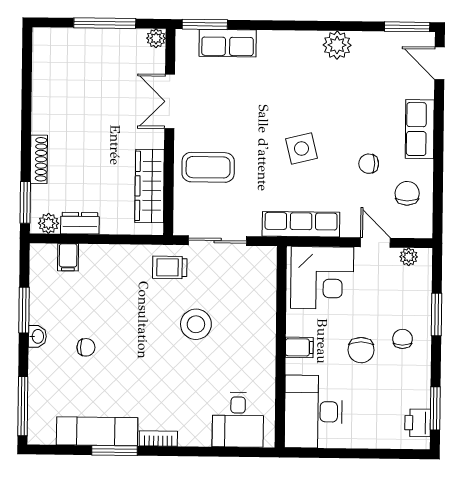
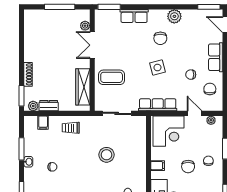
plant: (156, 38) -> (85, 26), moved
row of seats: (228, 43) -> (134, 16), moved
chair: (308, 89) -> (160, 38), added
trolley: (170, 267) -> (71, 128), moved

